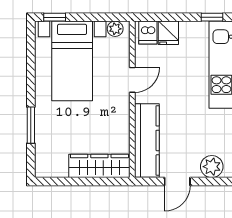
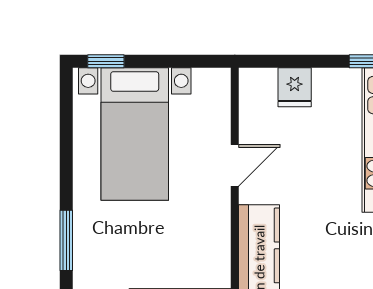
plant: (115, 29) -> (206, 80), removed
dishwasher: (148, 33) -> (261, 87), removed

